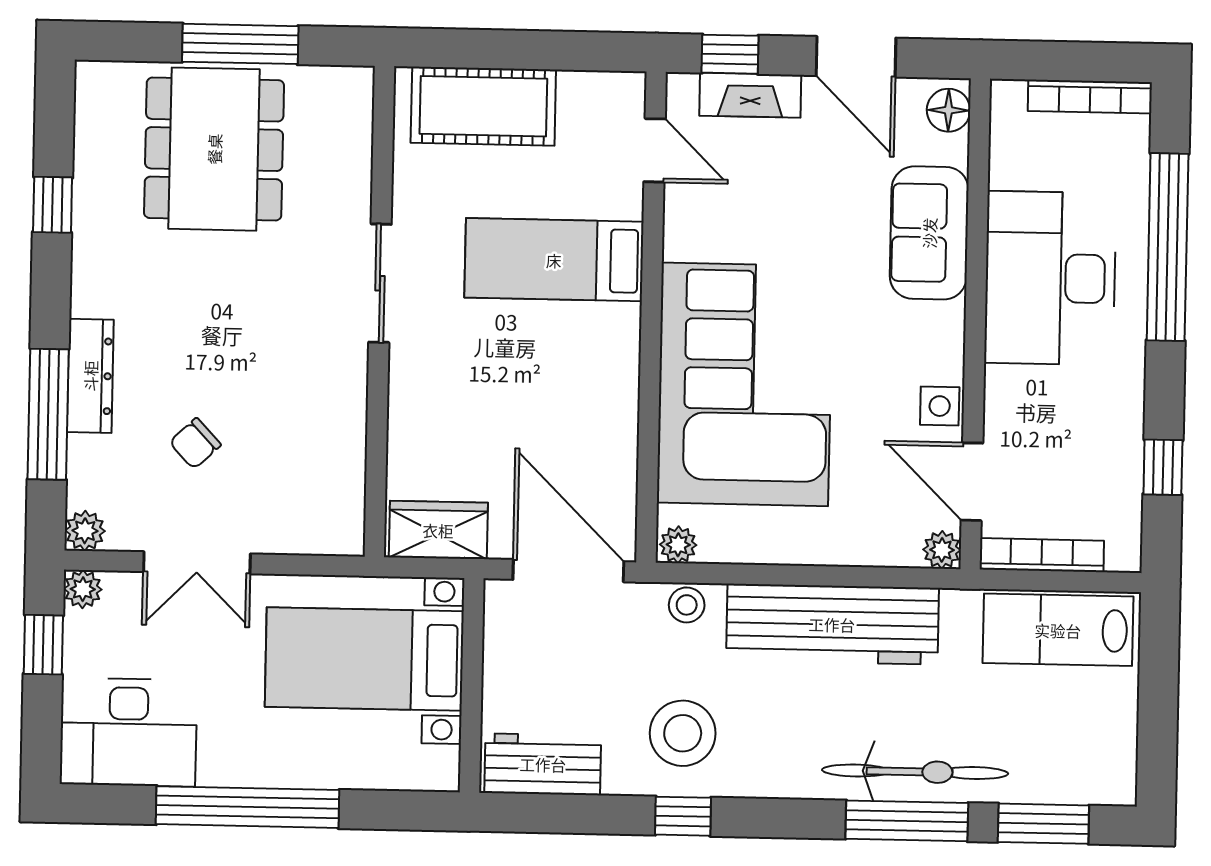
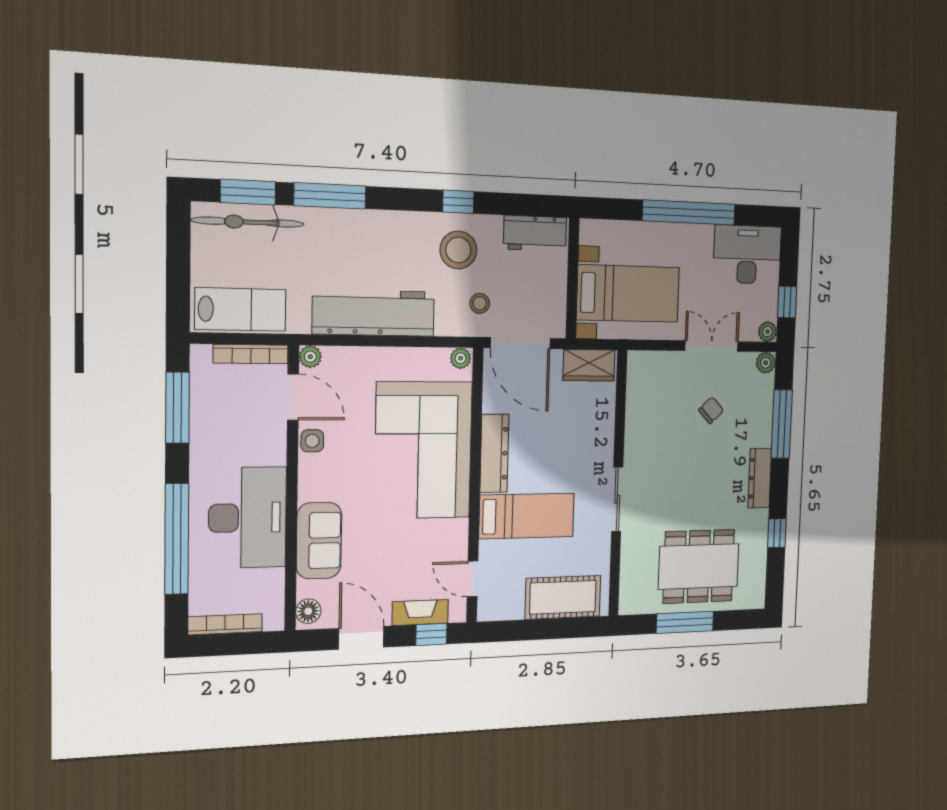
dining table: (214, 149) -> (699, 566), turned 90
dresser: (615, 375) -> (494, 453), added
dresser: (90, 376) -> (760, 478), moved
window: (1163, 467) -> (177, 408), width x2.17
stool: (687, 605) -> (480, 303), moved
bicycle: (915, 772) -> (248, 222), moved

